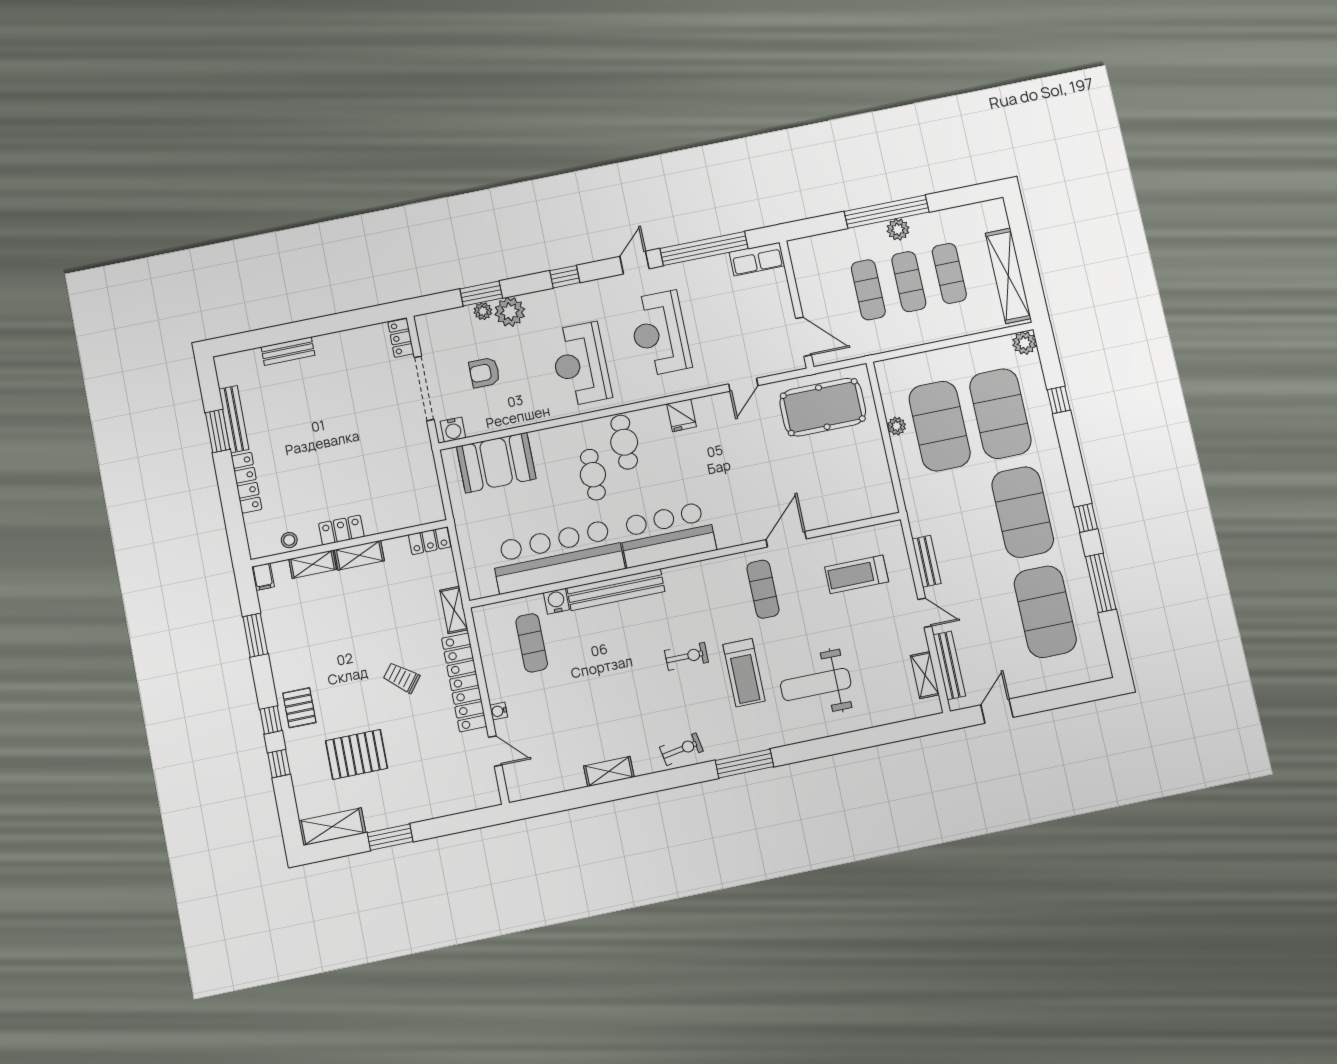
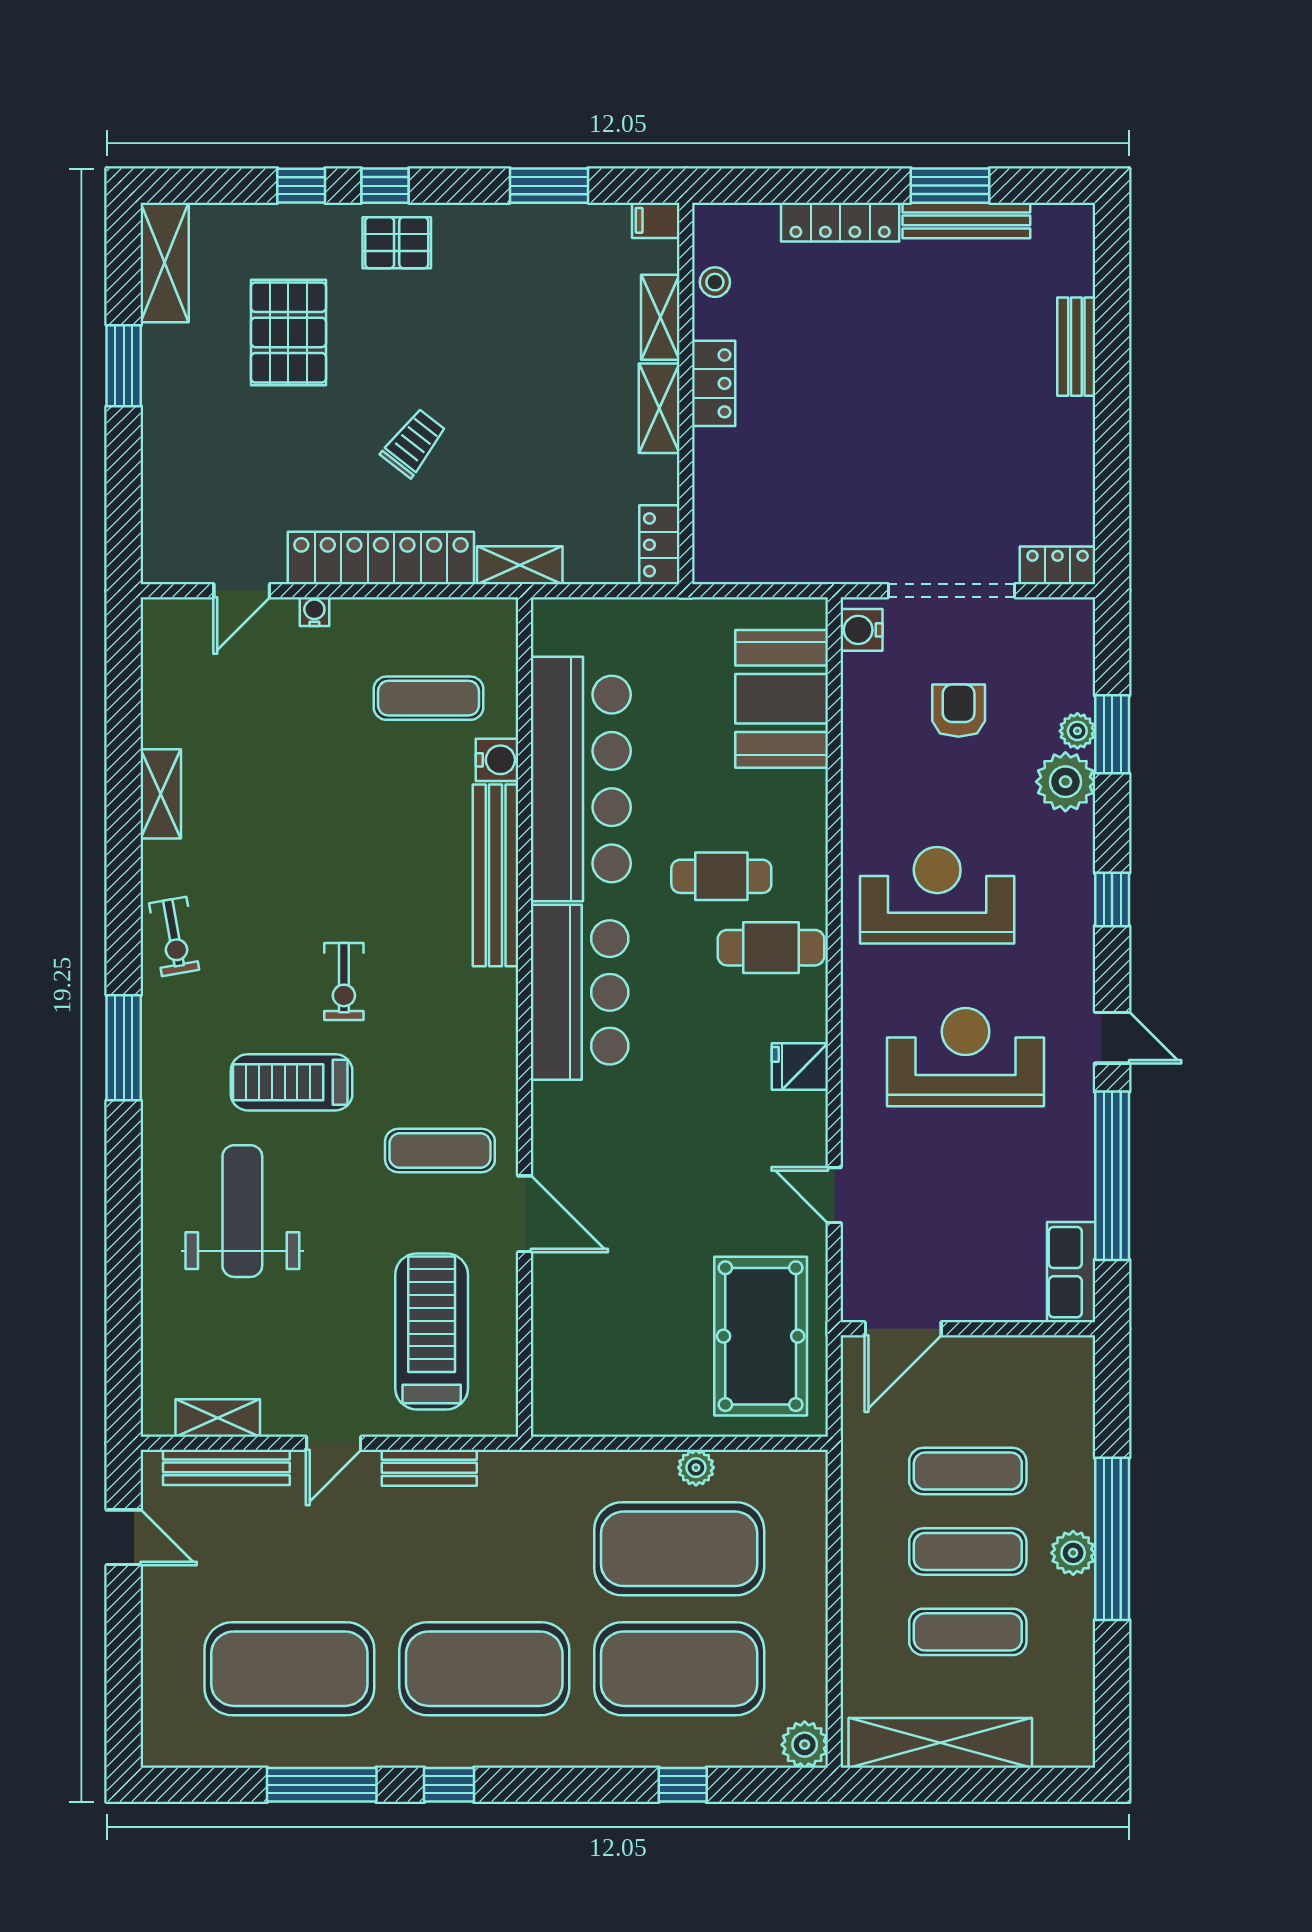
treadmill: (857, 574) -> (432, 1331), width x1.37, depth x1.38

